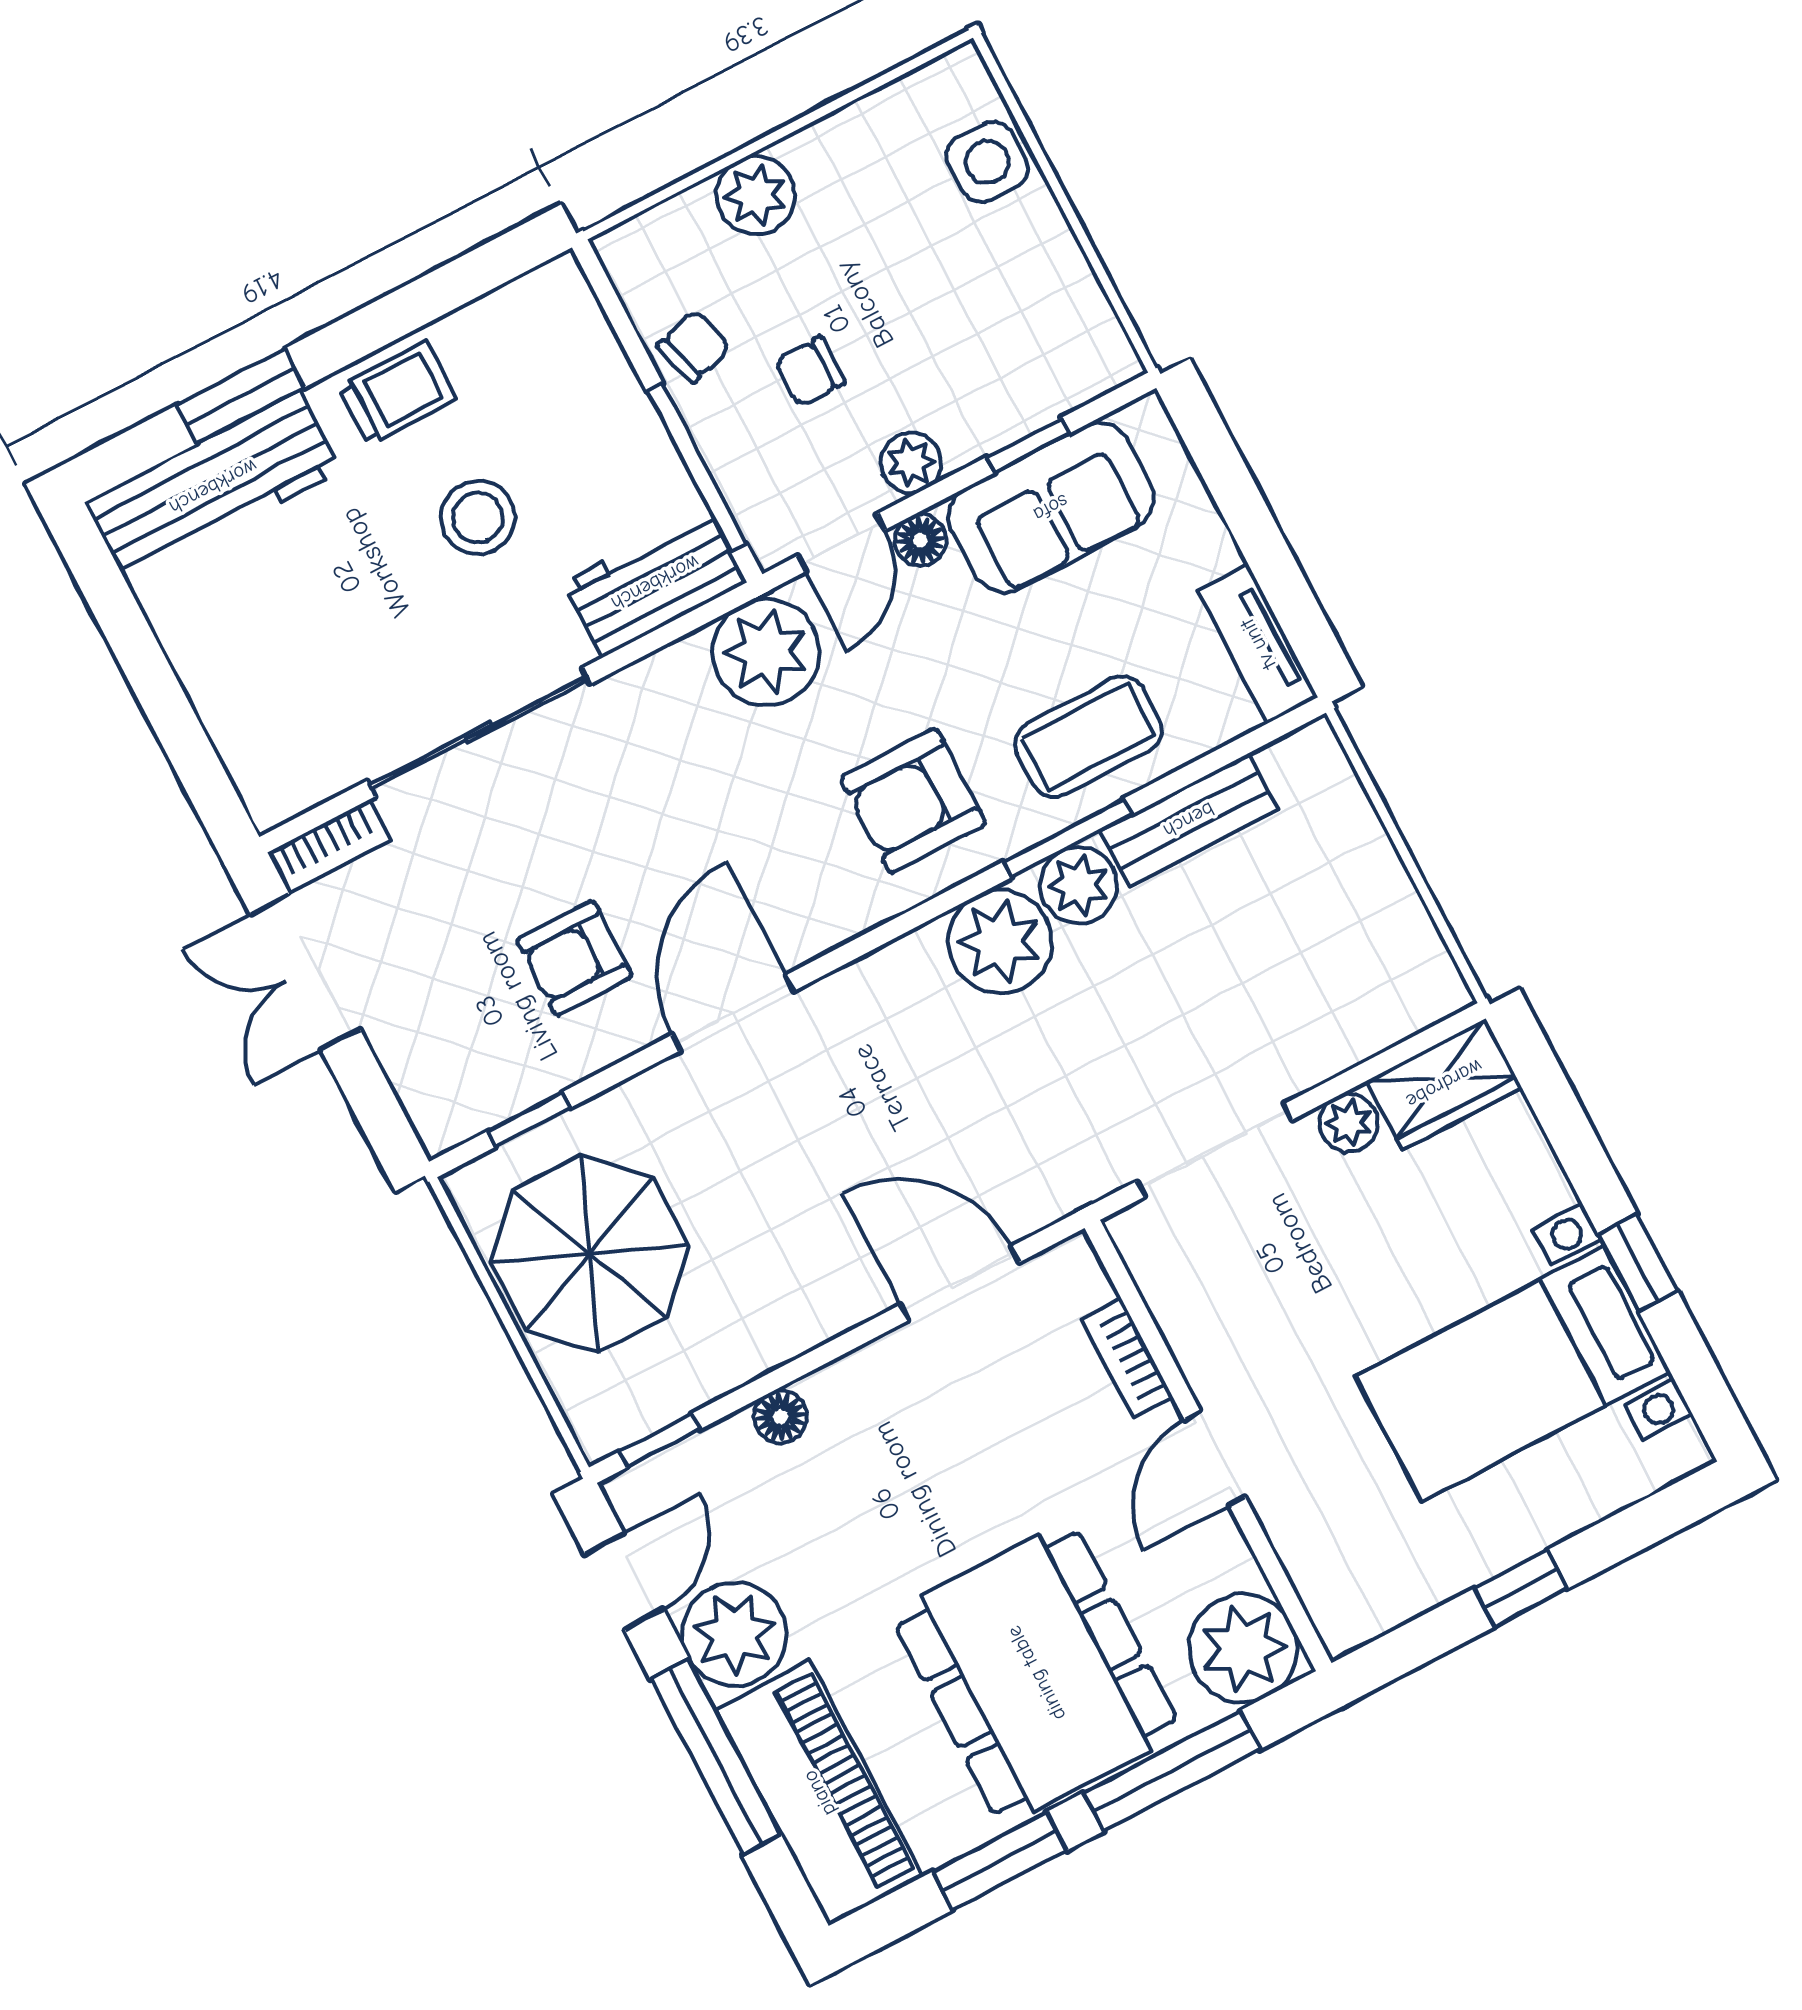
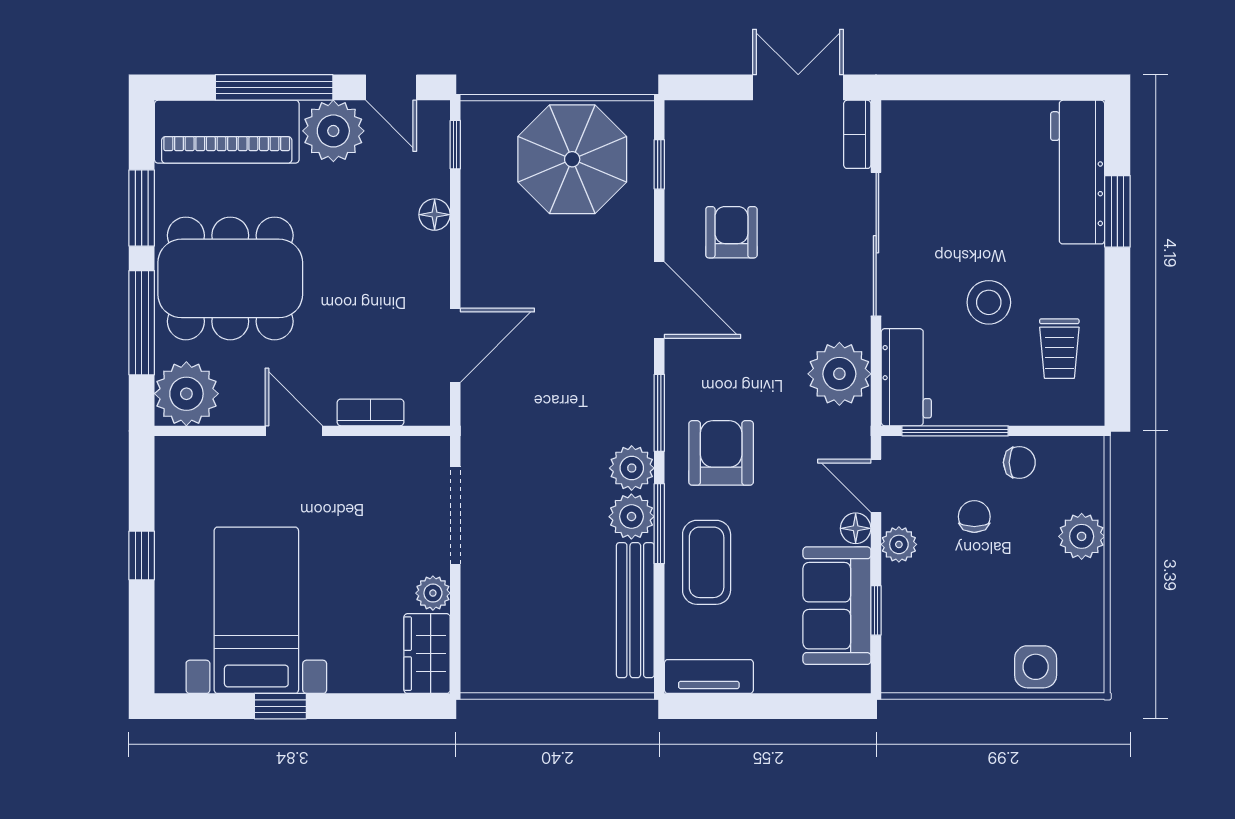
chair: (694, 346) -> (1019, 462), turned -73
trolley: (398, 393) -> (1059, 349), moved
plant: (766, 652) -> (839, 374), moved
bench: (1189, 820) -> (635, 610), width x1.36
window: (901, 925) -> (659, 413), added
plant: (1000, 941) -> (632, 468), width x0.73, depth x0.73

